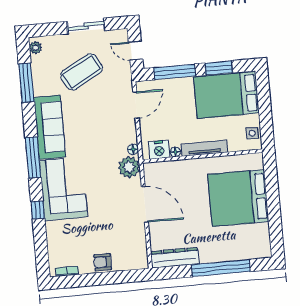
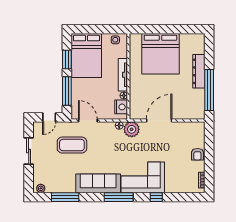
coffee table: (82, 72) -> (72, 145), moved, turned -61
dresser: (175, 258) -> (199, 71), moved
window: (221, 268) -> (209, 90), moved

